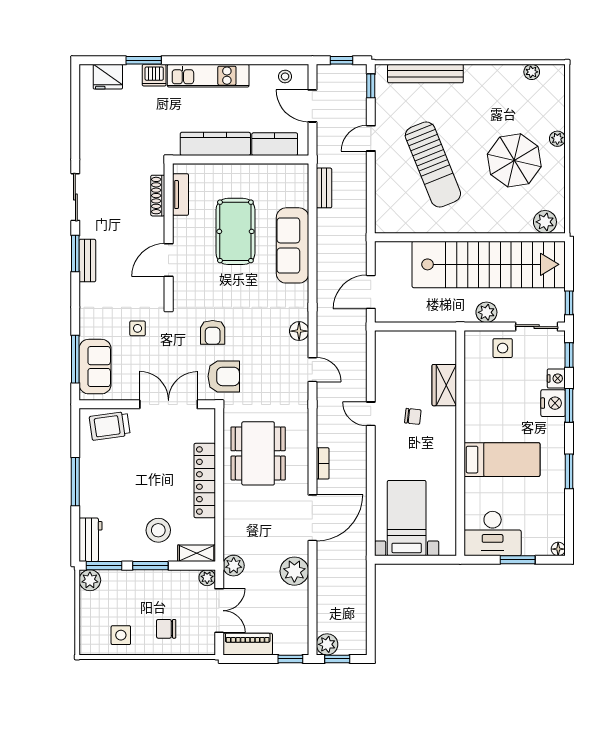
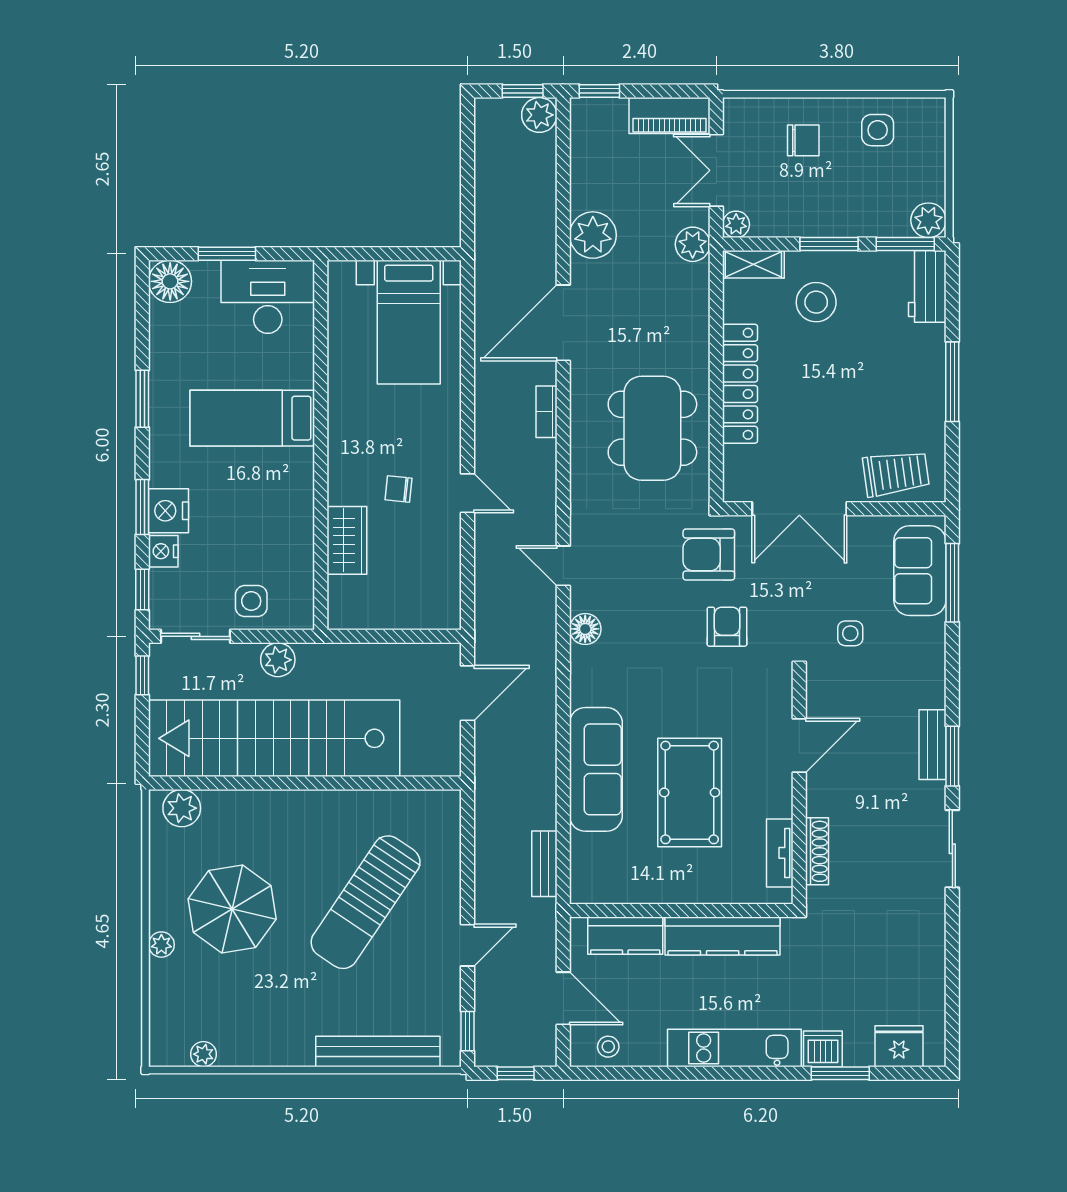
sun lounger: (433, 165) -> (366, 902), turned -124
floor lamp: (558, 549) -> (170, 281), width x1.89, depth x1.89

